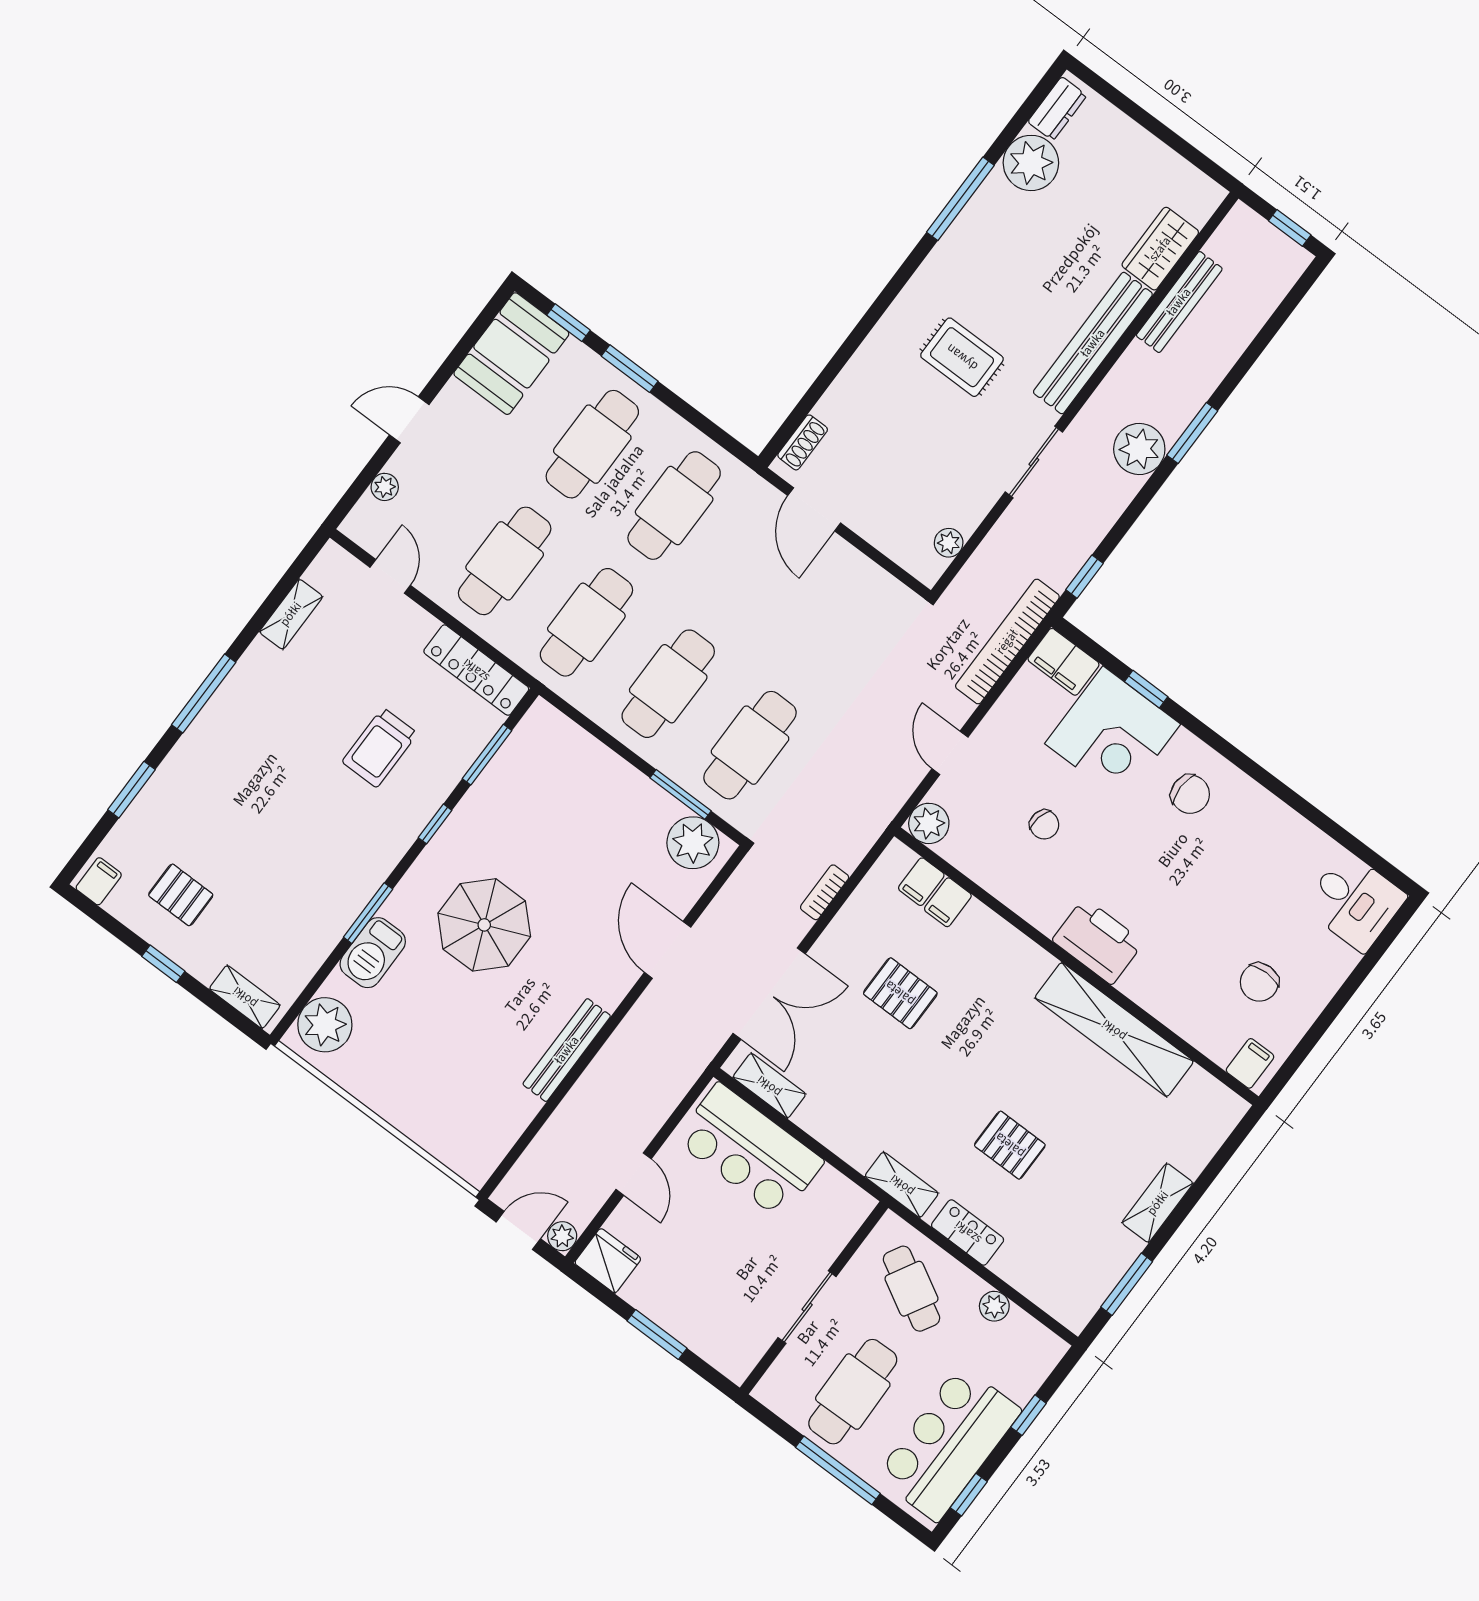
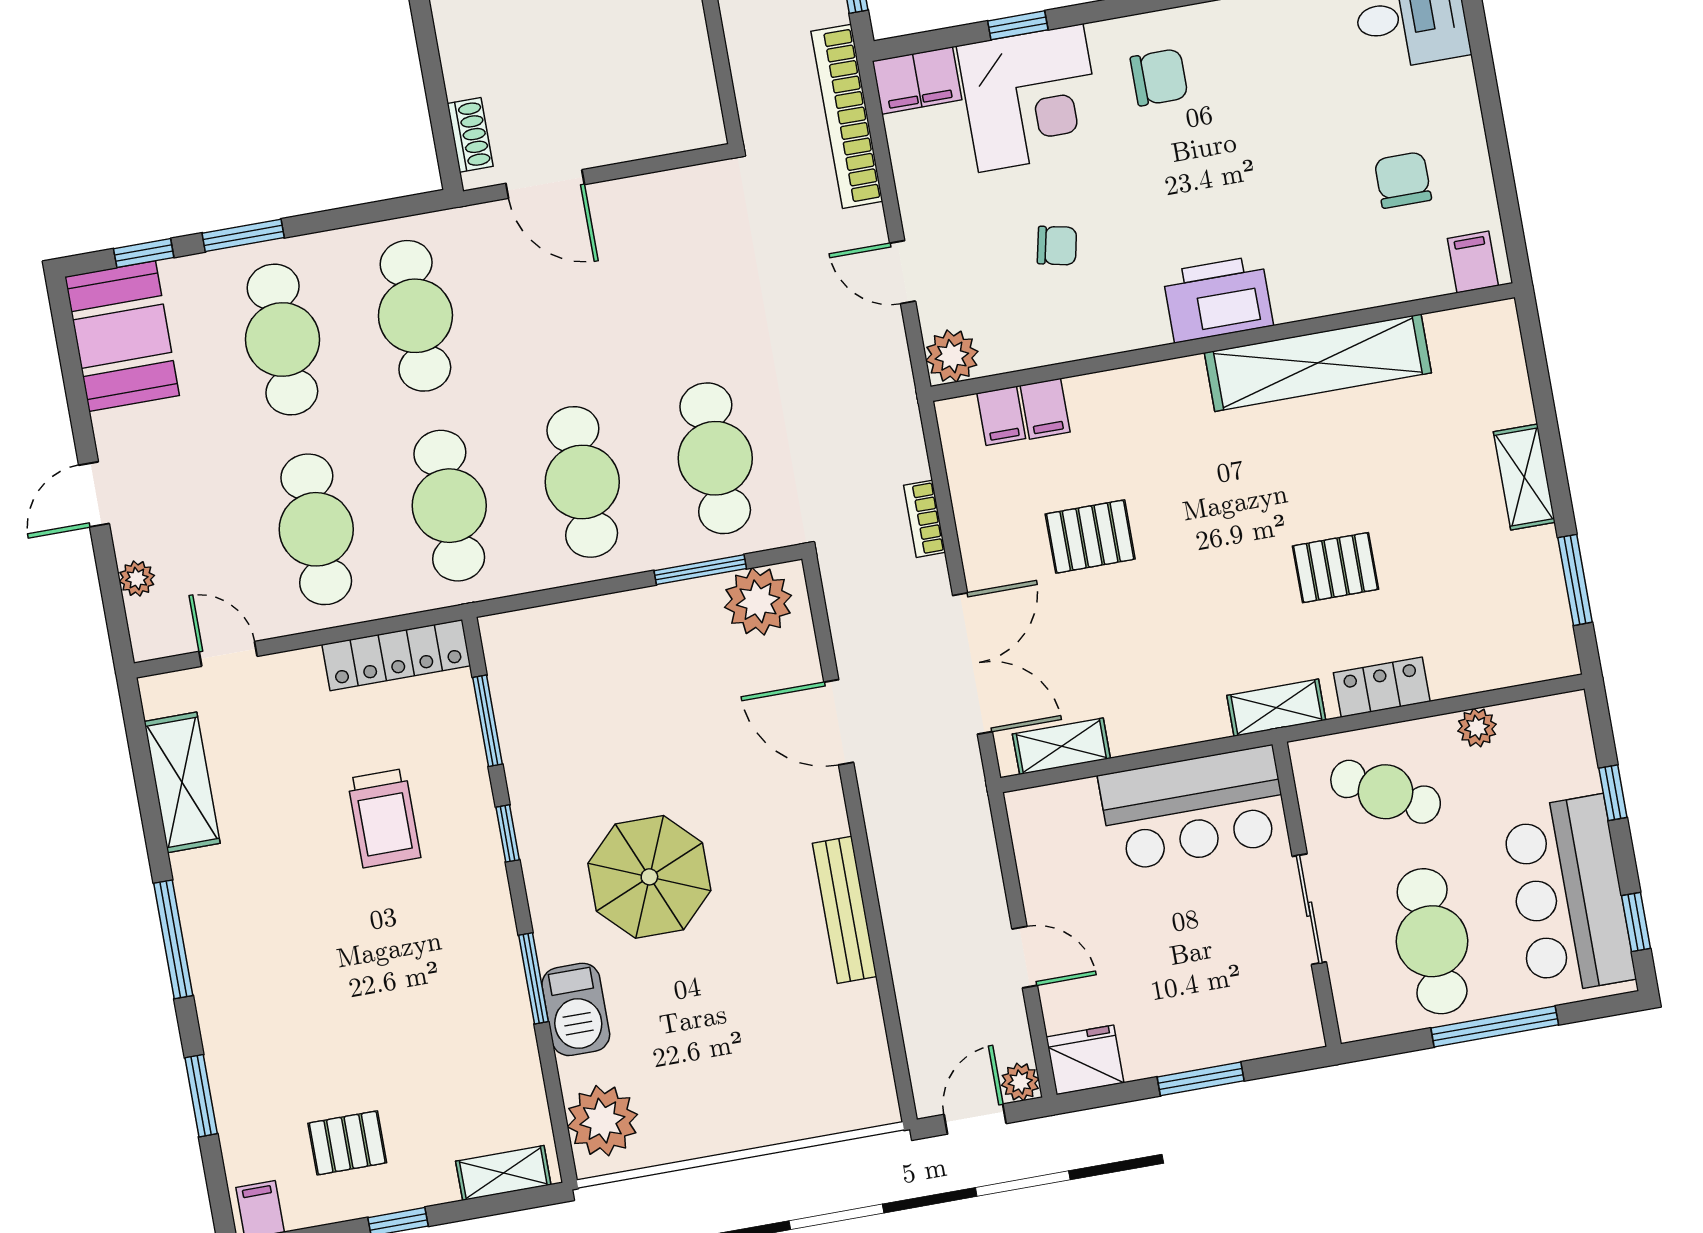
plant: (949, 543) -> (699, 84), removed
shelving: (291, 614) -> (182, 782), width x1.50, depth x1.33
chair: (1259, 982) -> (1403, 180), turned 180
bar counter: (749, 1151) -> (1194, 808), moved

